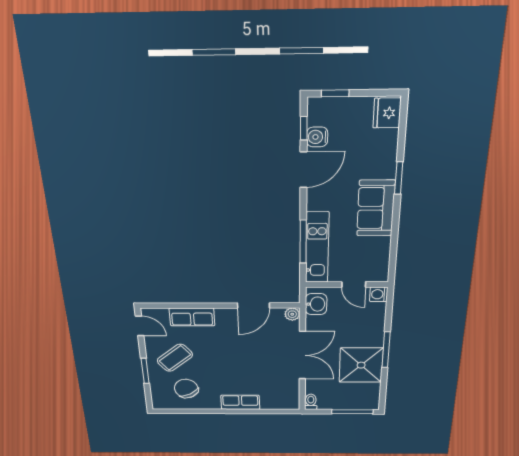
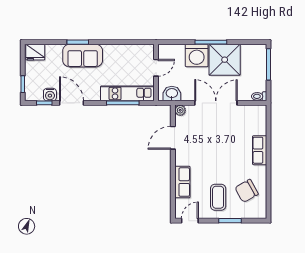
sofa: (376, 208) -> (83, 56), moved
washing machine: (379, 294) -> (197, 55), moved, width x1.89, depth x1.89
door: (253, 305) -> (173, 138), swing flipped
coffee table: (175, 358) -> (218, 197), turned 39

